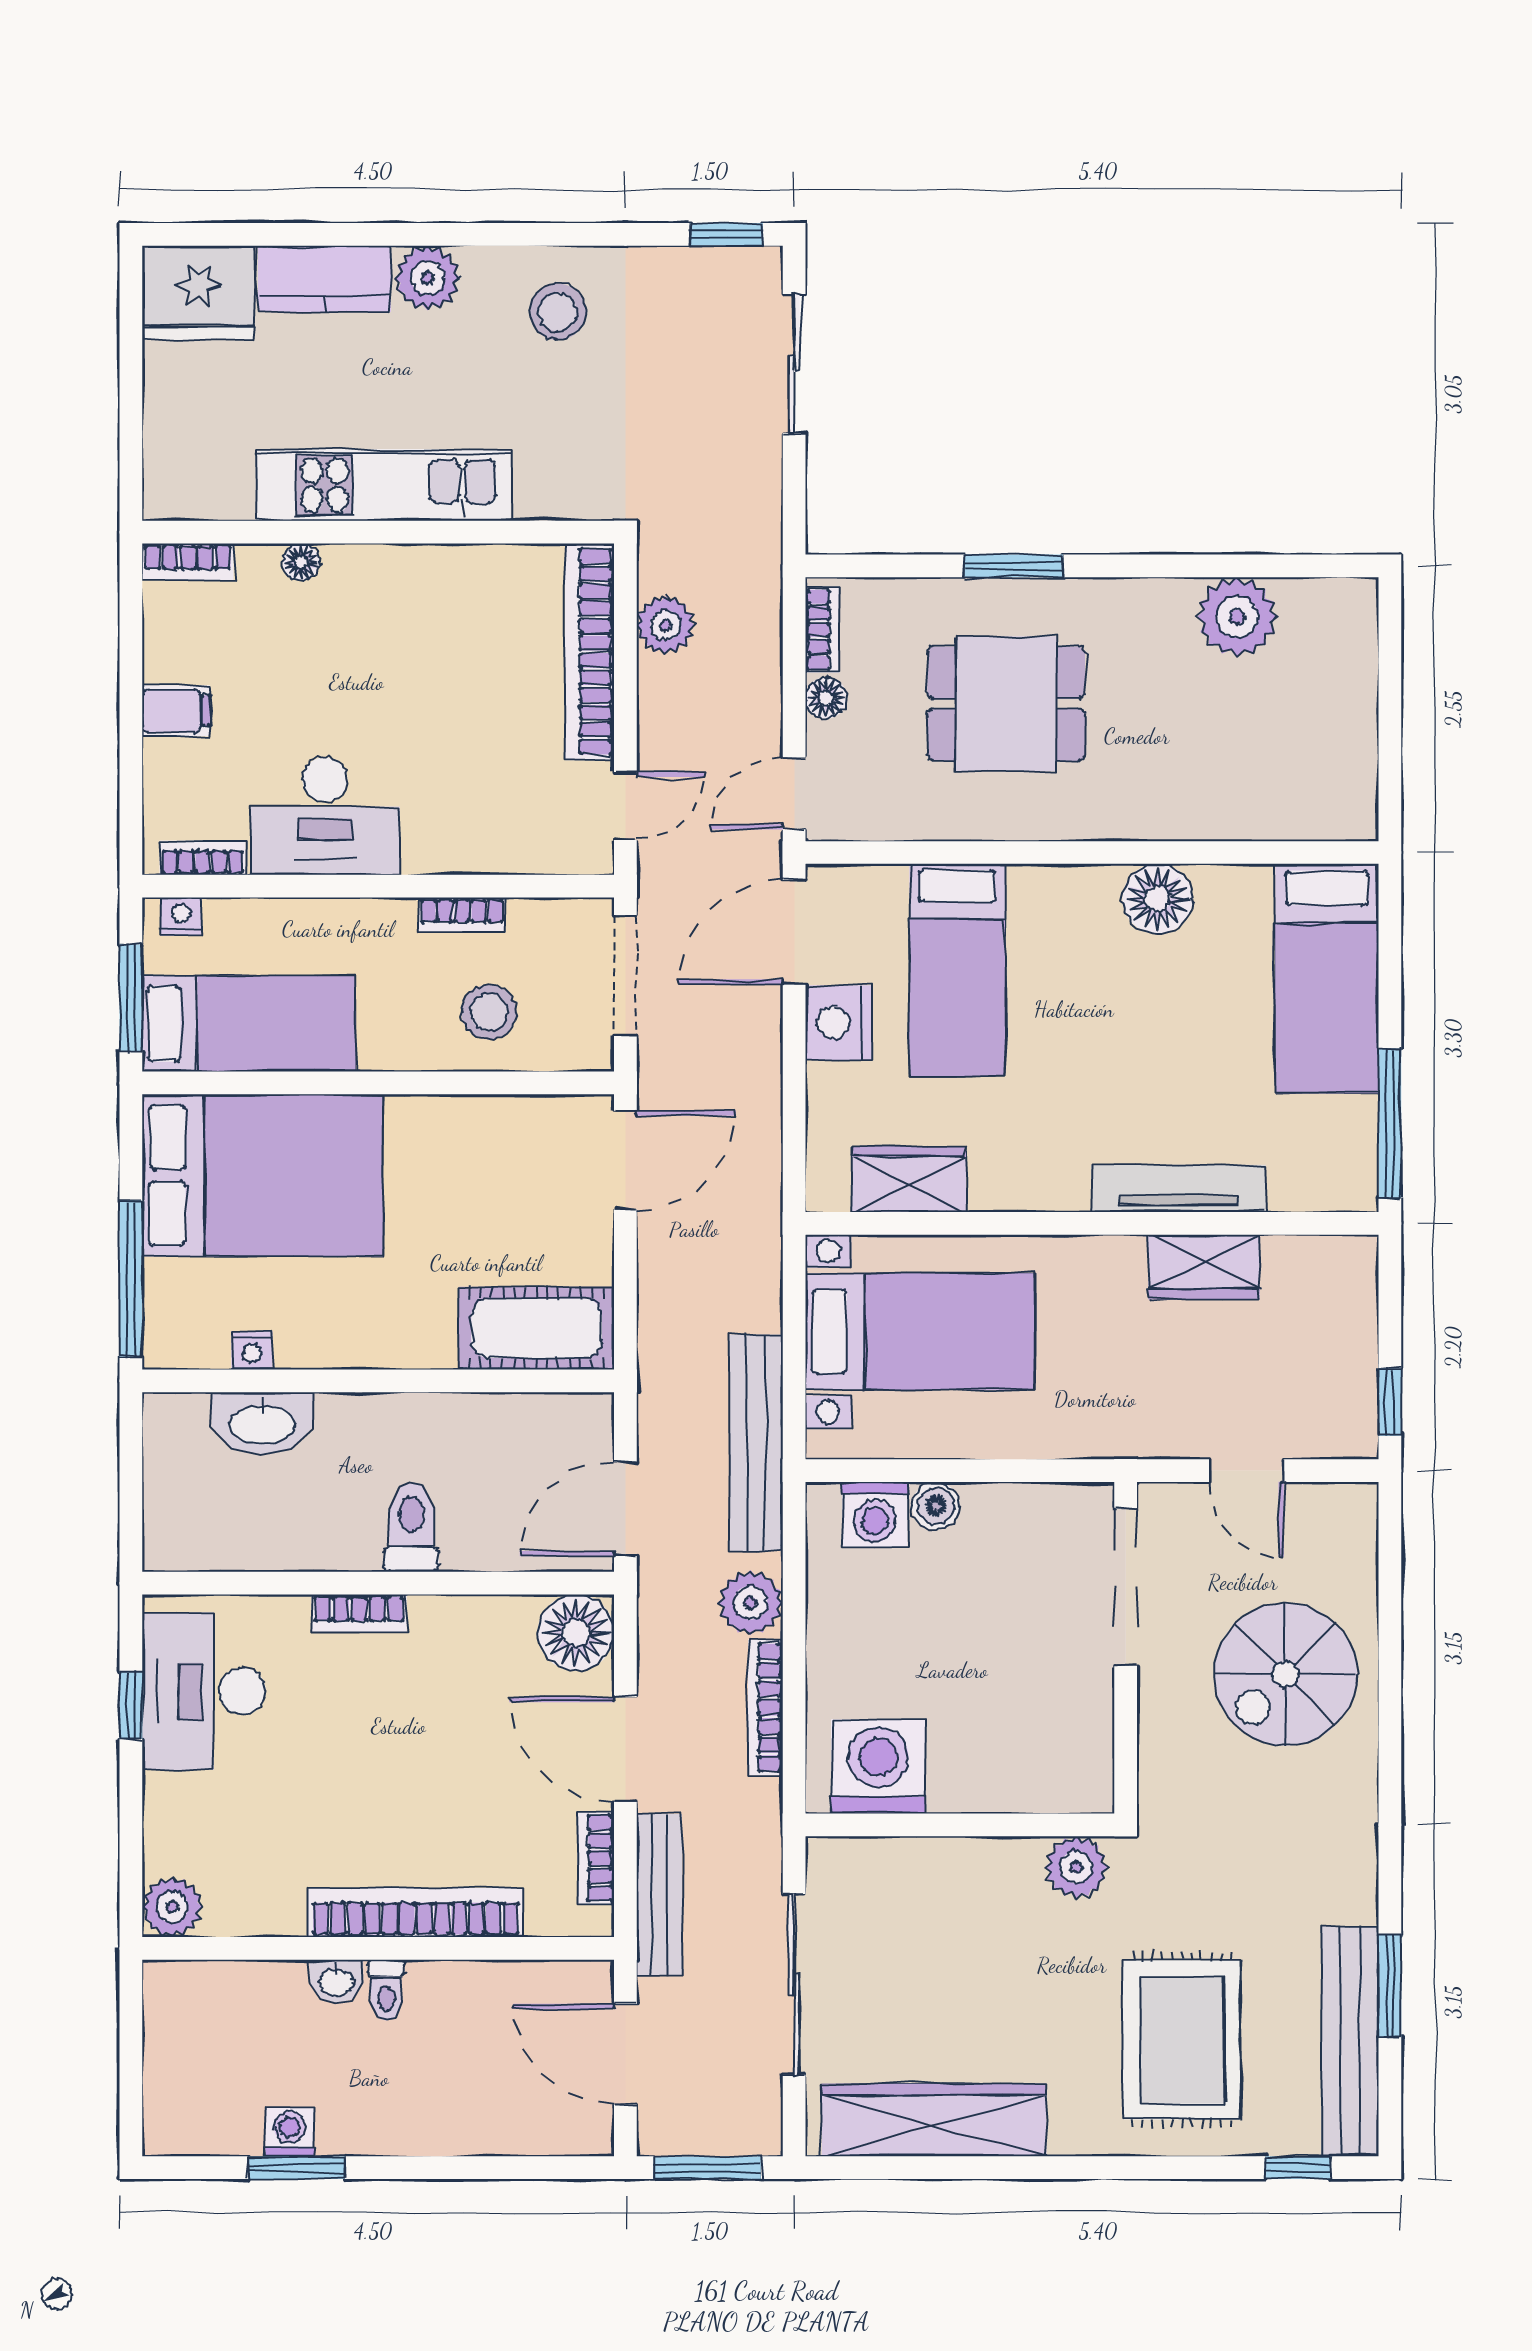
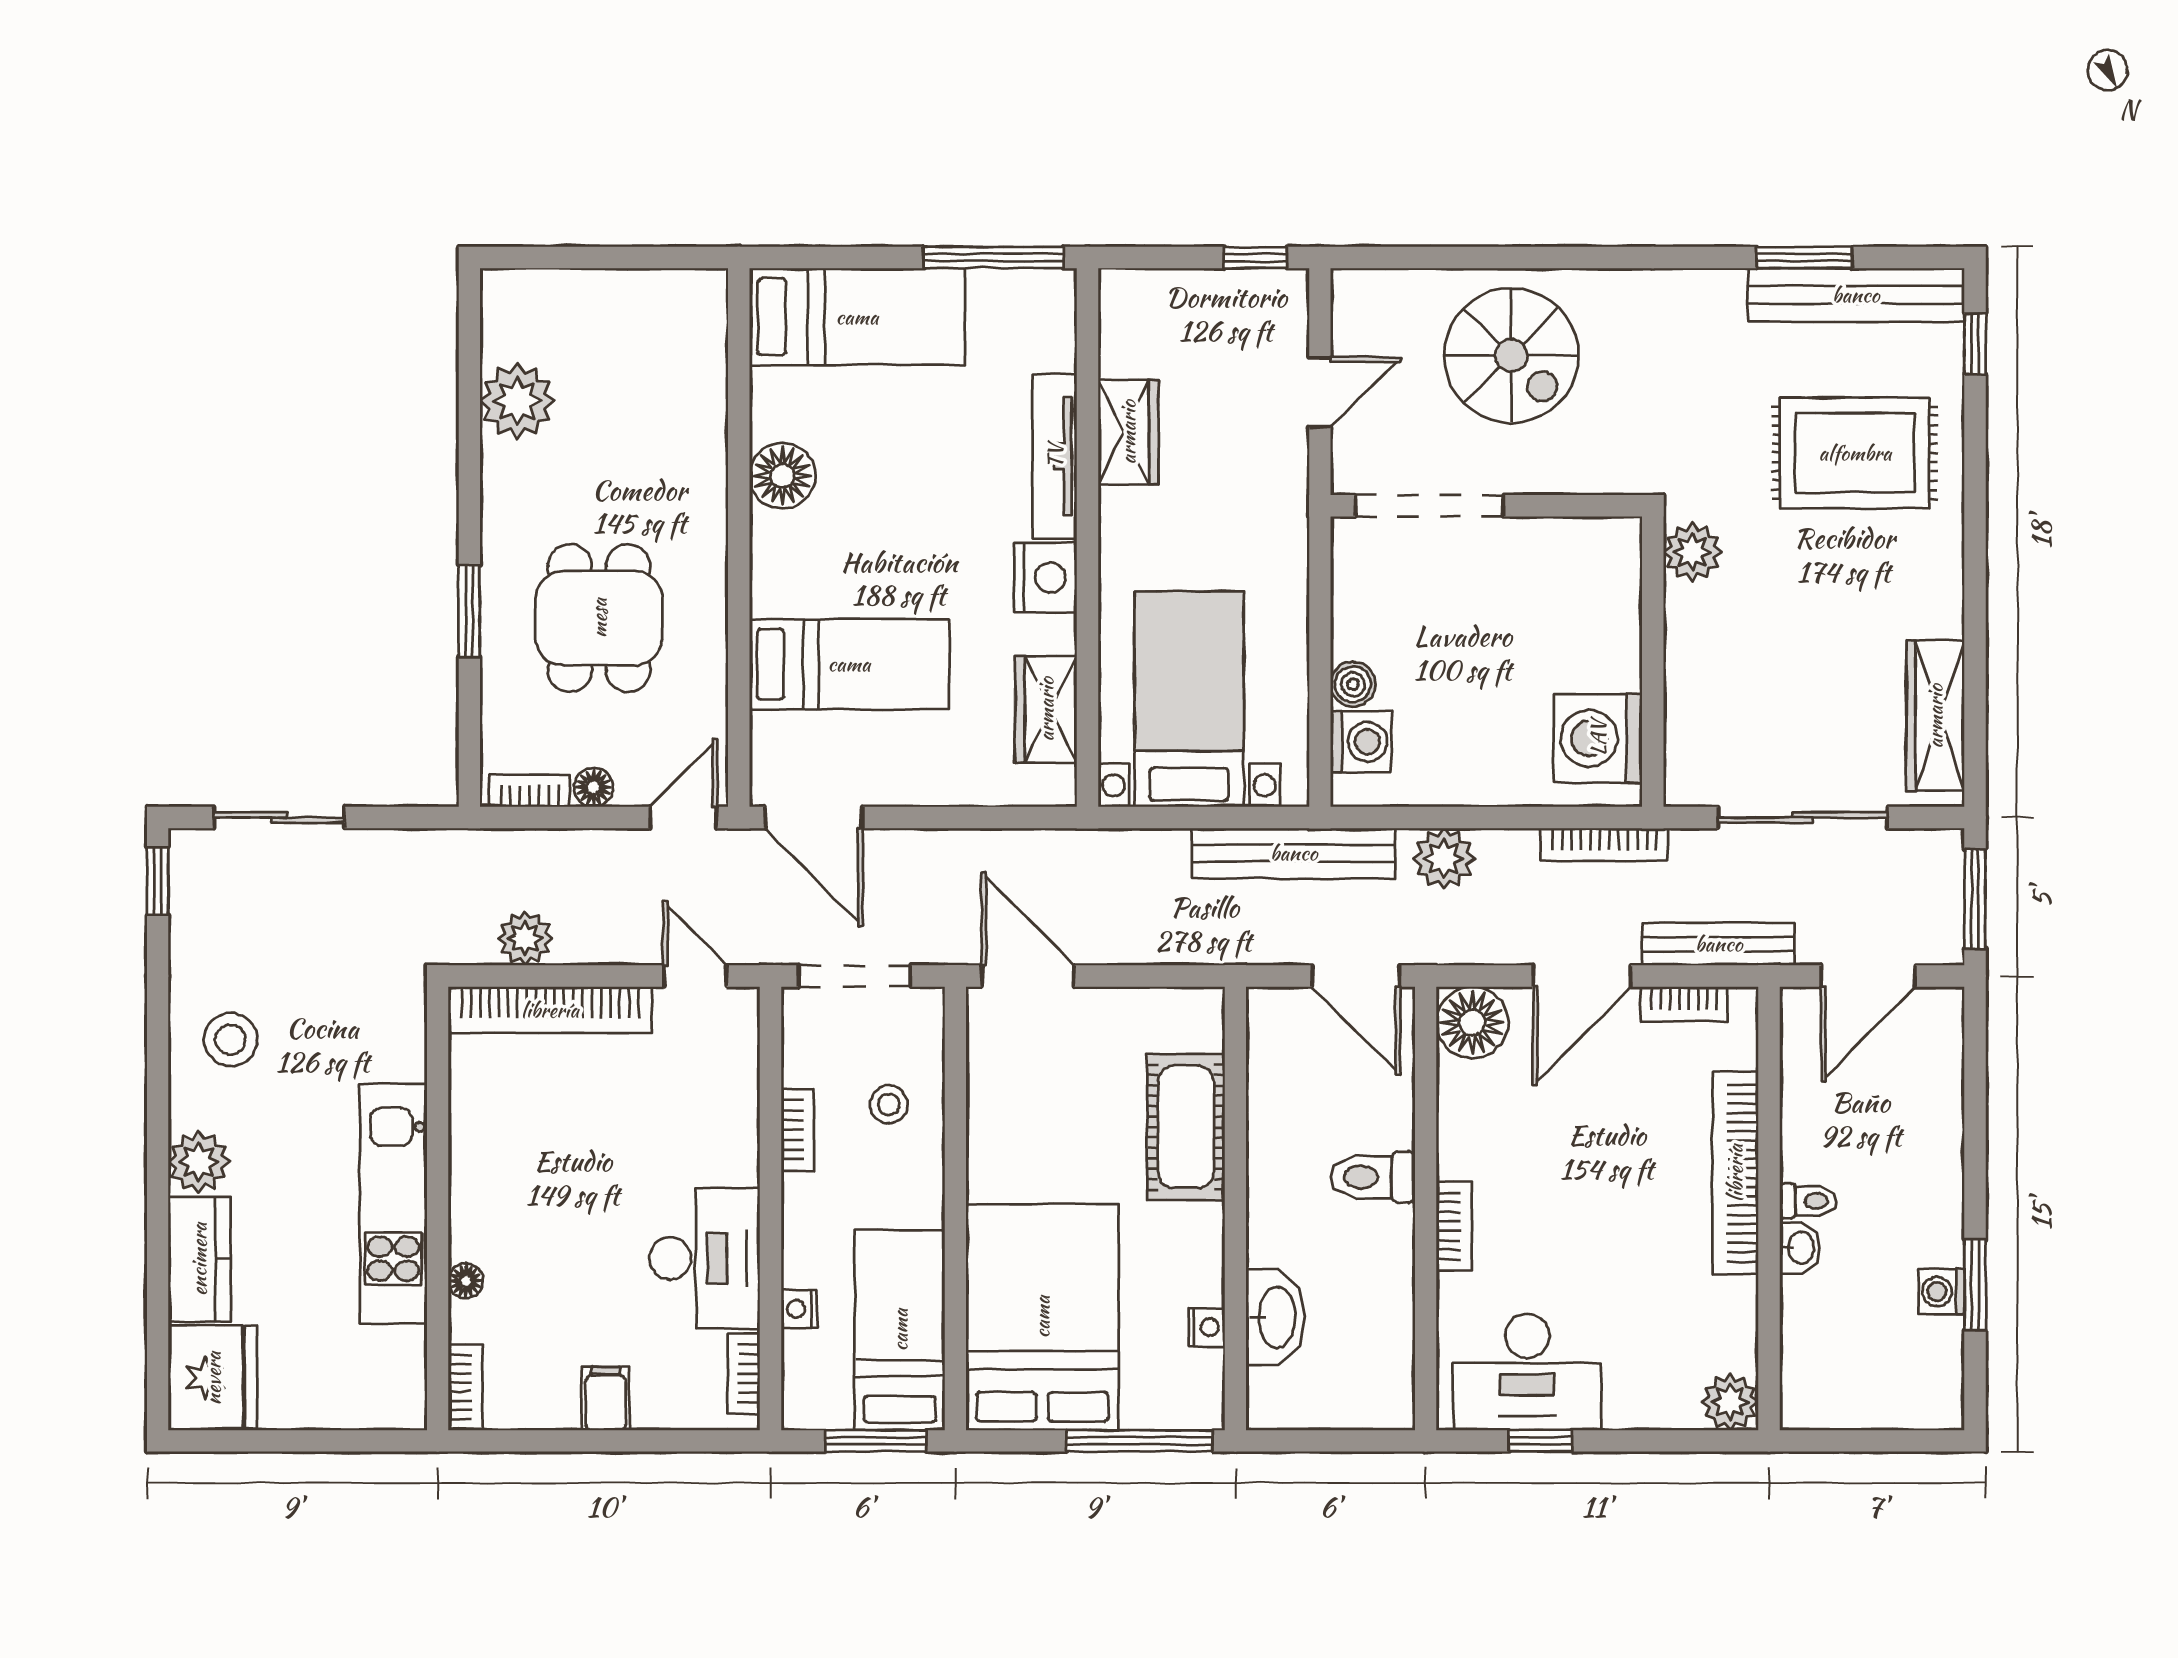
door: (794, 793) -> (683, 817), swing flipped
nightstand: (181, 917) -> (799, 1309), moved
stool: (489, 1012) -> (889, 1104), width x0.73, depth x0.73
nightstand: (839, 1023) -> (1045, 578), moved, turned -90
cot: (537, 1328) -> (1186, 1127), moved
bookcase: (765, 1707) -> (1605, 844), moved
wardrobe: (934, 2120) -> (1935, 716), width x0.71, depth x0.85

